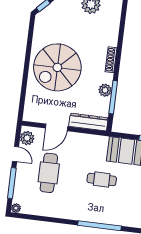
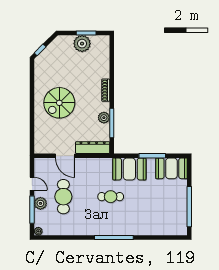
spiral stairs: (57, 67) -> (59, 103), width x0.73, depth x0.73
door: (56, 127) -> (65, 156), hinge flipped
plant: (27, 138) -> (40, 203), moved

